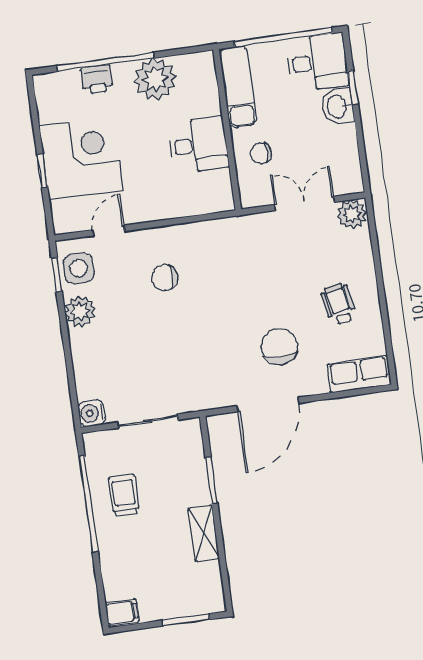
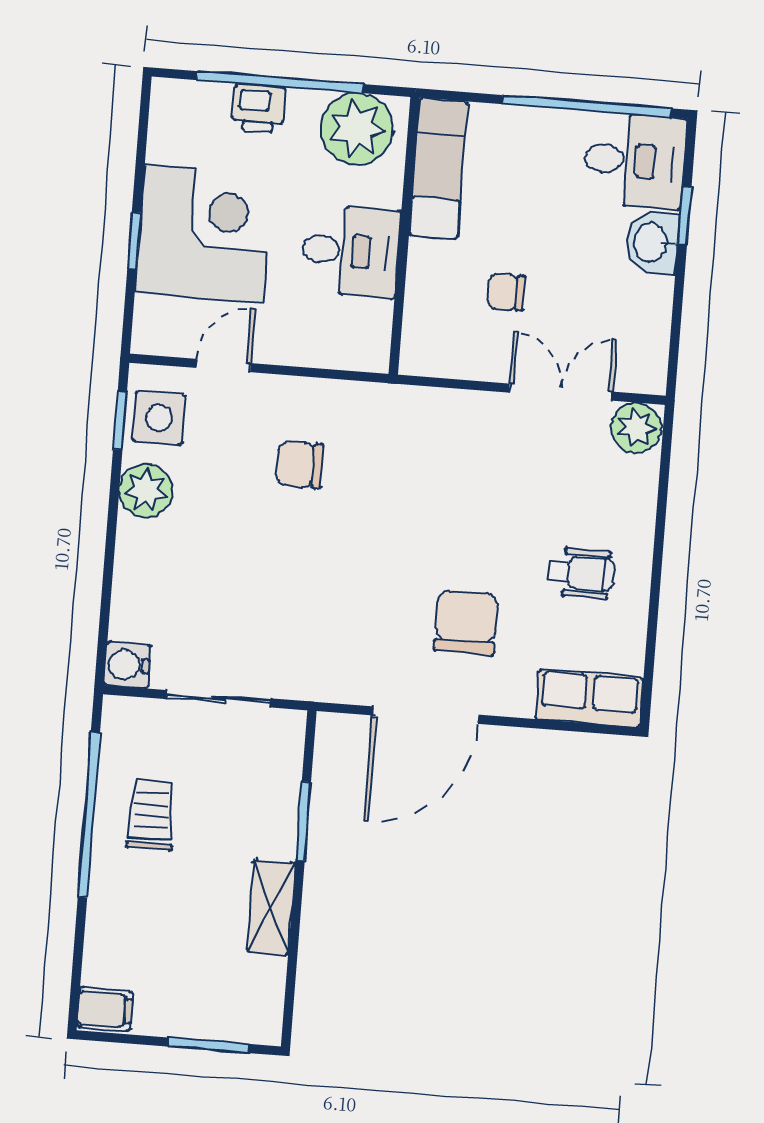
exam couch: (238, 87) -> (438, 168), moved
wall: (227, 130) -> (404, 236), moved
desk: (198, 145) -> (350, 251), moved
wheelchair: (339, 304) -> (581, 573), turned 101

